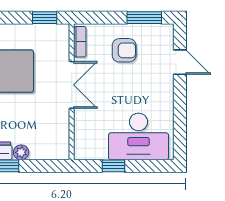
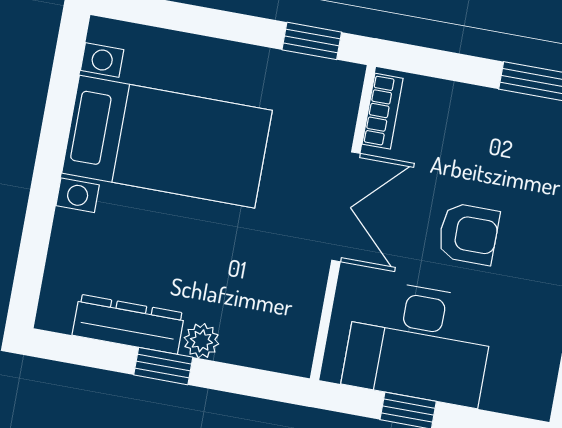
armchair: (124, 50) -> (468, 234), moved
desk: (138, 136) -> (419, 343), moved

